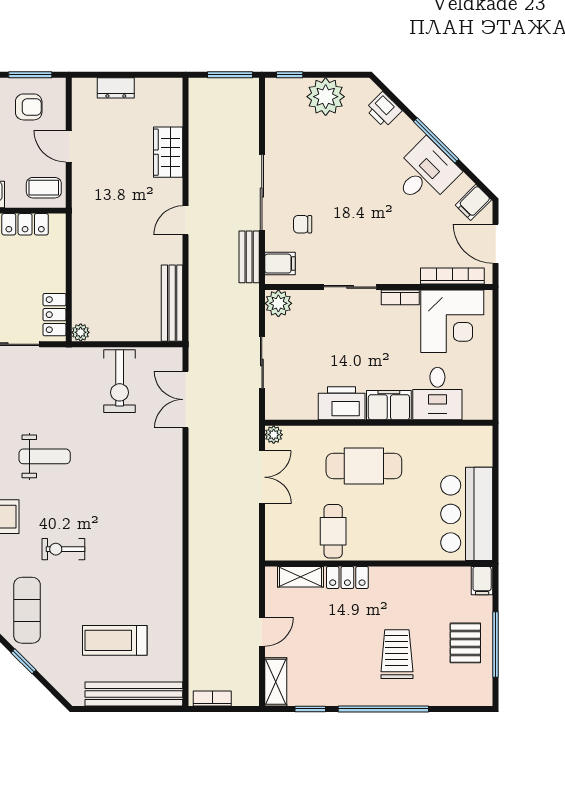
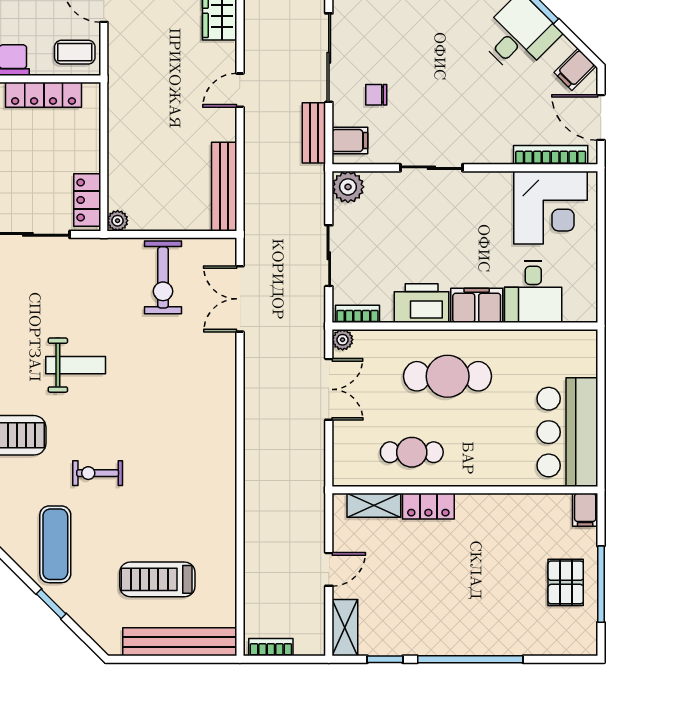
bookcase: (400, 297) -> (358, 314), moved, turned 180
cafe table: (333, 531) -> (412, 452), turned 90
trolley: (397, 654) -> (486, 595), removed

